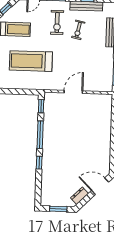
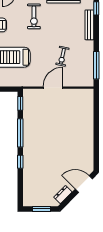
exercise bike: (78, 30) -> (62, 56), moved

